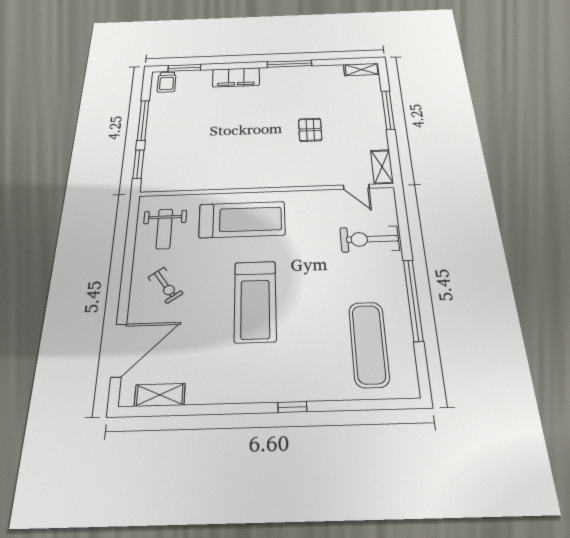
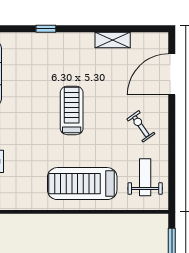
treadmill: (255, 301) -> (72, 110), width x0.73, depth x0.73
shelving: (160, 395) -> (113, 40), moved

